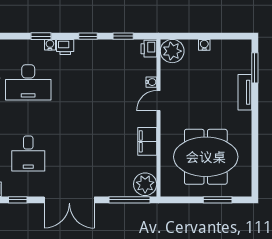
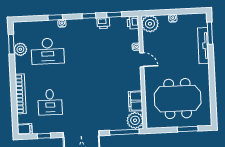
printer: (65, 47) -> (103, 23), moved
tv unit: (245, 92) -> (203, 46), width x1.41
door: (158, 101) -> (142, 60), swing flipped
filing cabinet: (147, 141) -> (136, 101), moved

